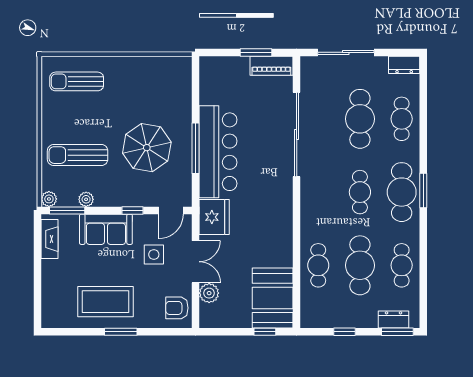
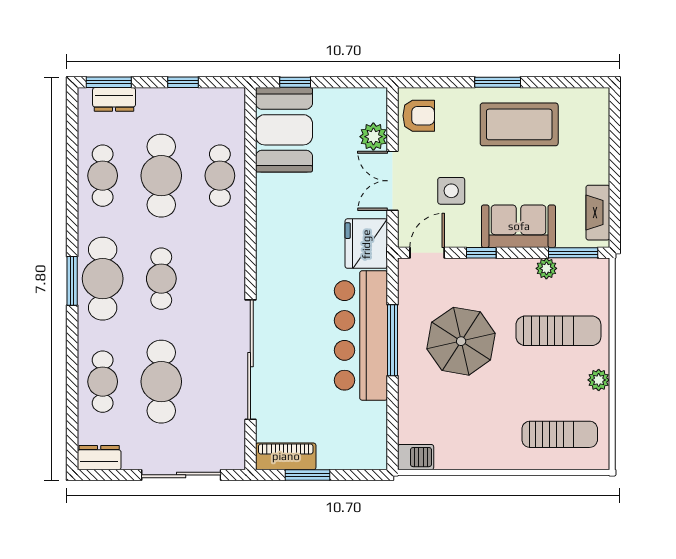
barbecue: (179, 65) -> (416, 457), added
plant: (49, 199) -> (599, 380), moved

